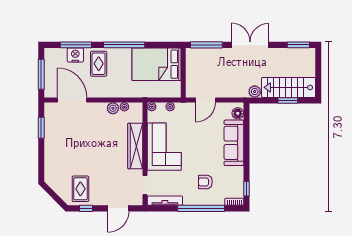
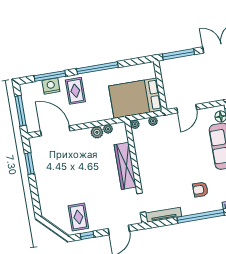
bed: (157, 64) -> (135, 98), moved
corner sofa: (164, 147) -> (154, 162), removed

